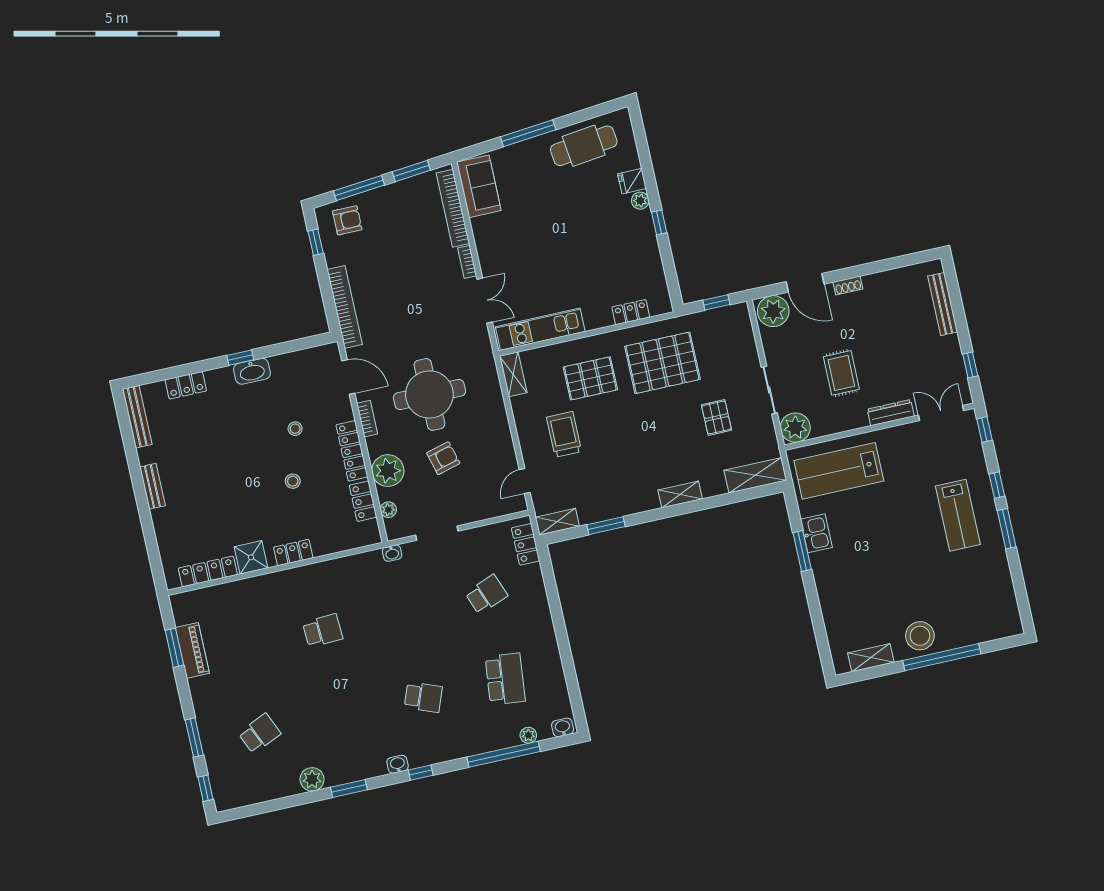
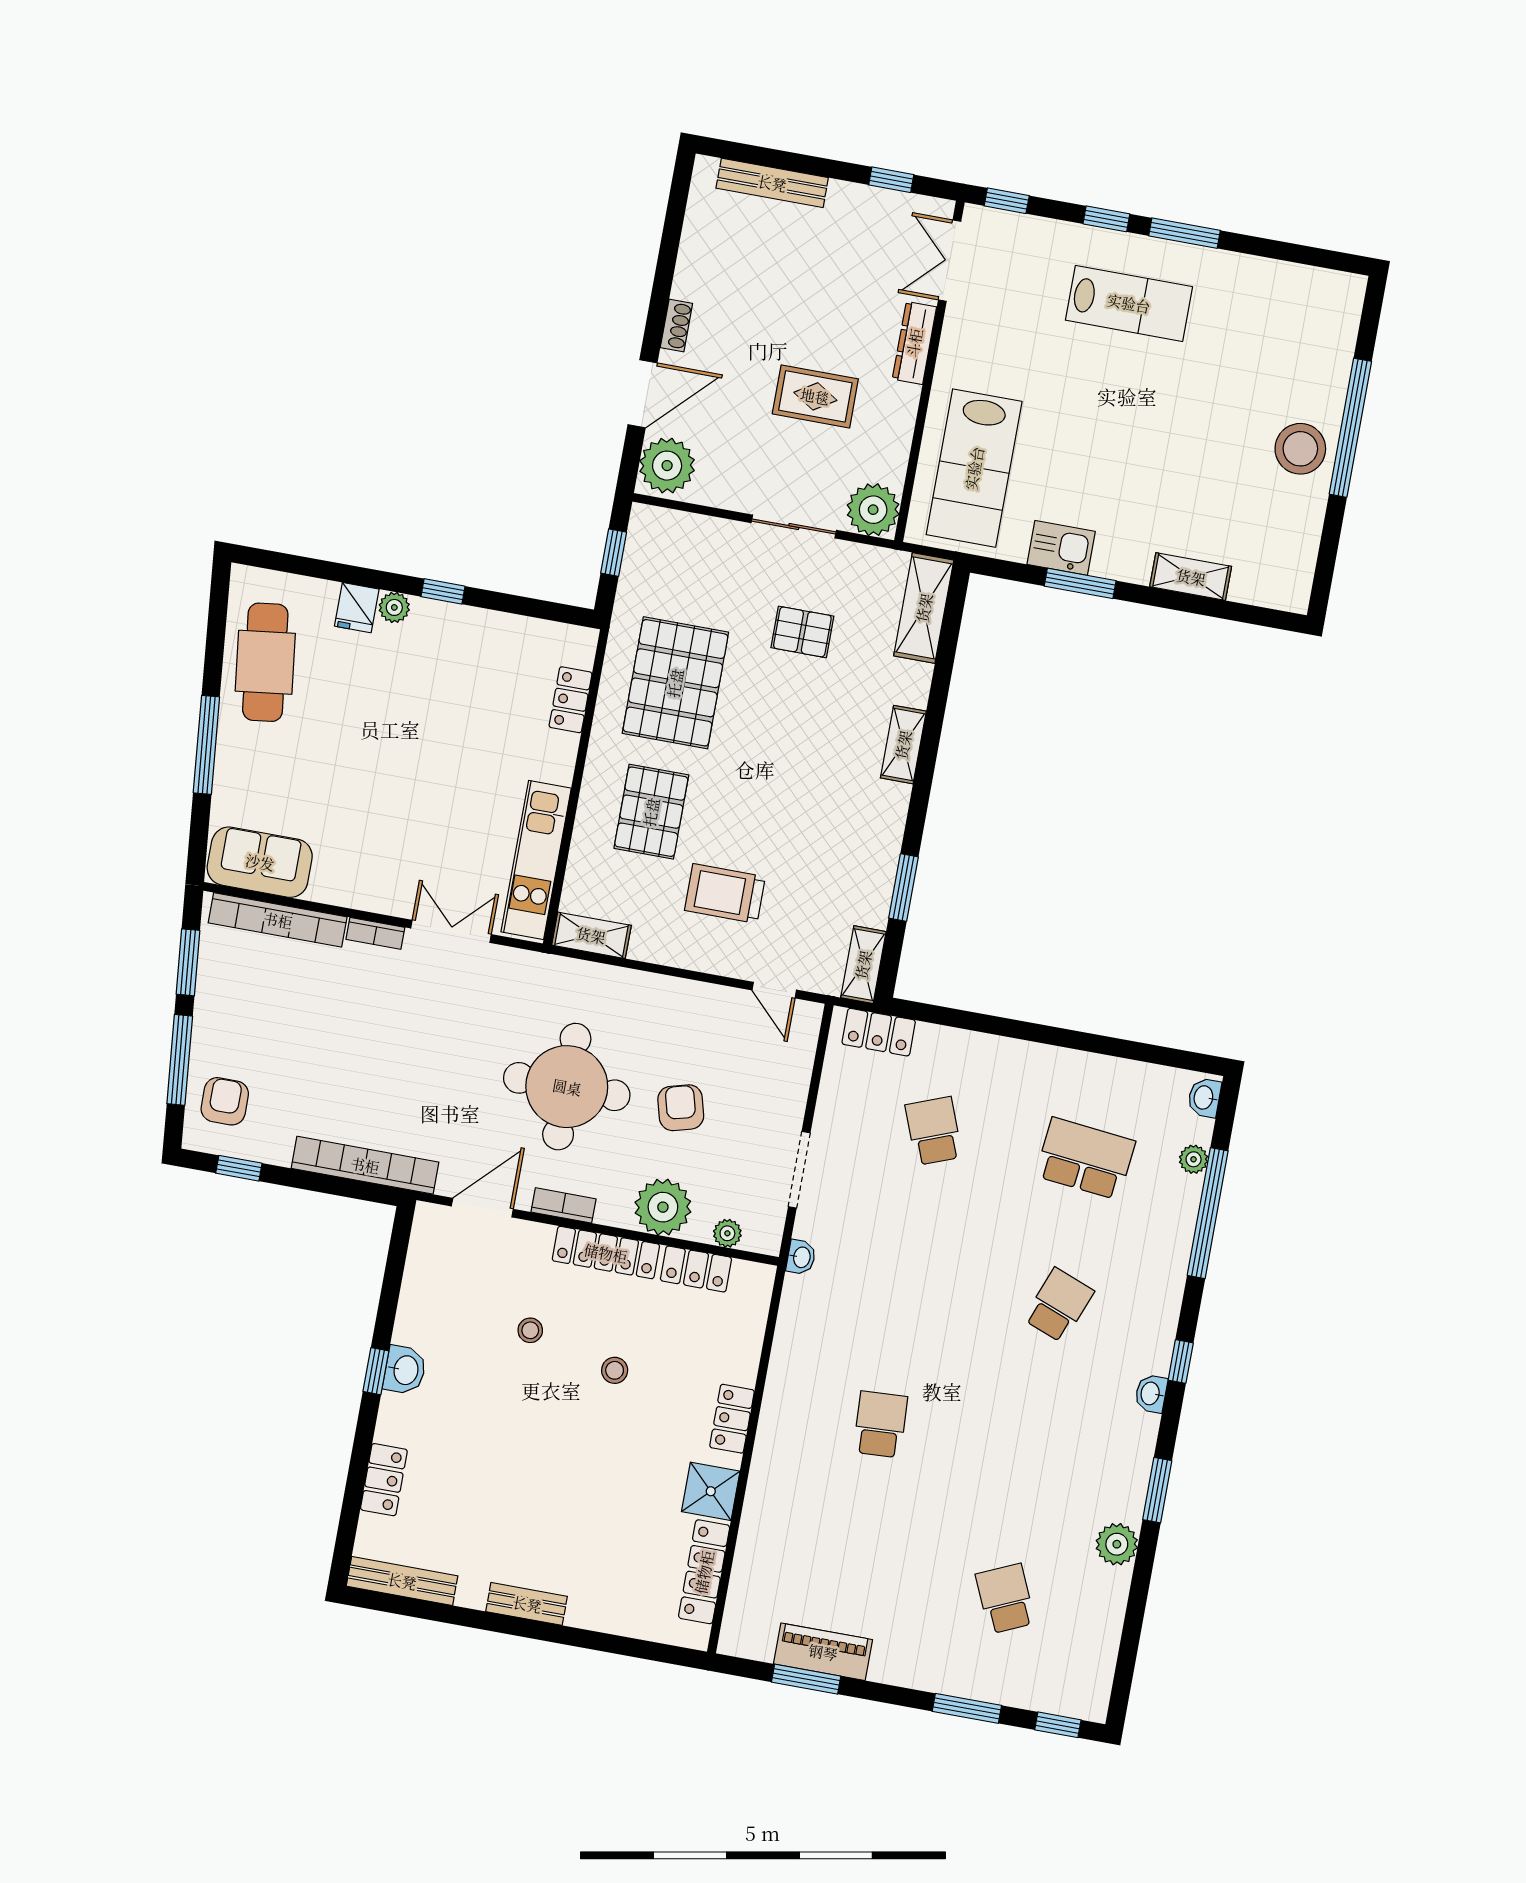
washbasin: (252, 371) -> (405, 1370), width x0.72
shelving: (871, 658) -> (1191, 577), moved, turned 90

